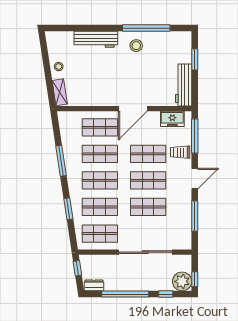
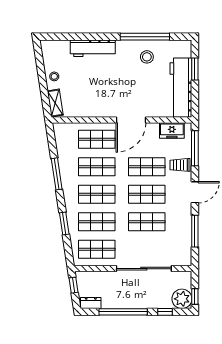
stool: (136, 46) -> (147, 57), moved
workbench: (184, 85) -> (181, 88), width x1.36, depth x1.32

